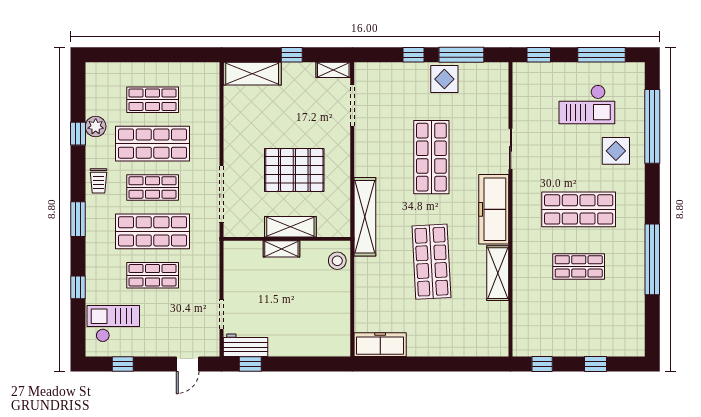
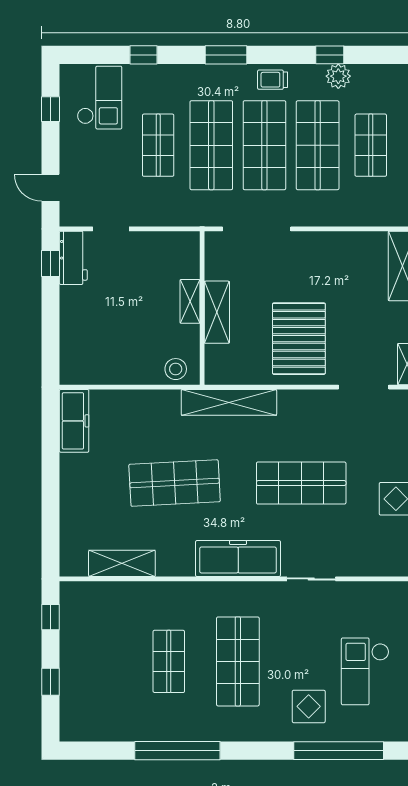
pallet: (294, 170) -> (299, 339), moved
shop shelf: (153, 187) -> (264, 145), width x1.43, depth x1.36
shelving: (498, 273) -> (122, 563), moved

